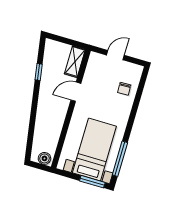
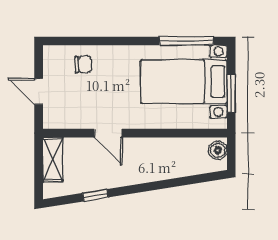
shelving: (75, 62) -> (53, 159), moved, turned 90
window: (92, 182) -> (231, 93), moved

